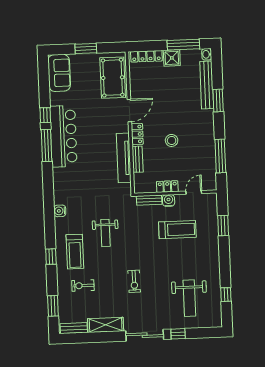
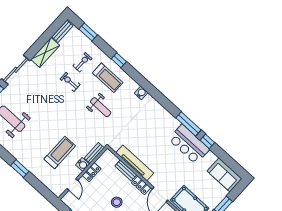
bar counter: (63, 136) -> (189, 144), width x0.73
window: (223, 226) -> (20, 169), moved
treadmill: (177, 230) -> (60, 152), turned 180
weight bench: (105, 233) -> (101, 107), turned 180
treadmill: (75, 252) -> (108, 78), turned 180
exercise bike: (134, 281) -> (70, 82), moved

